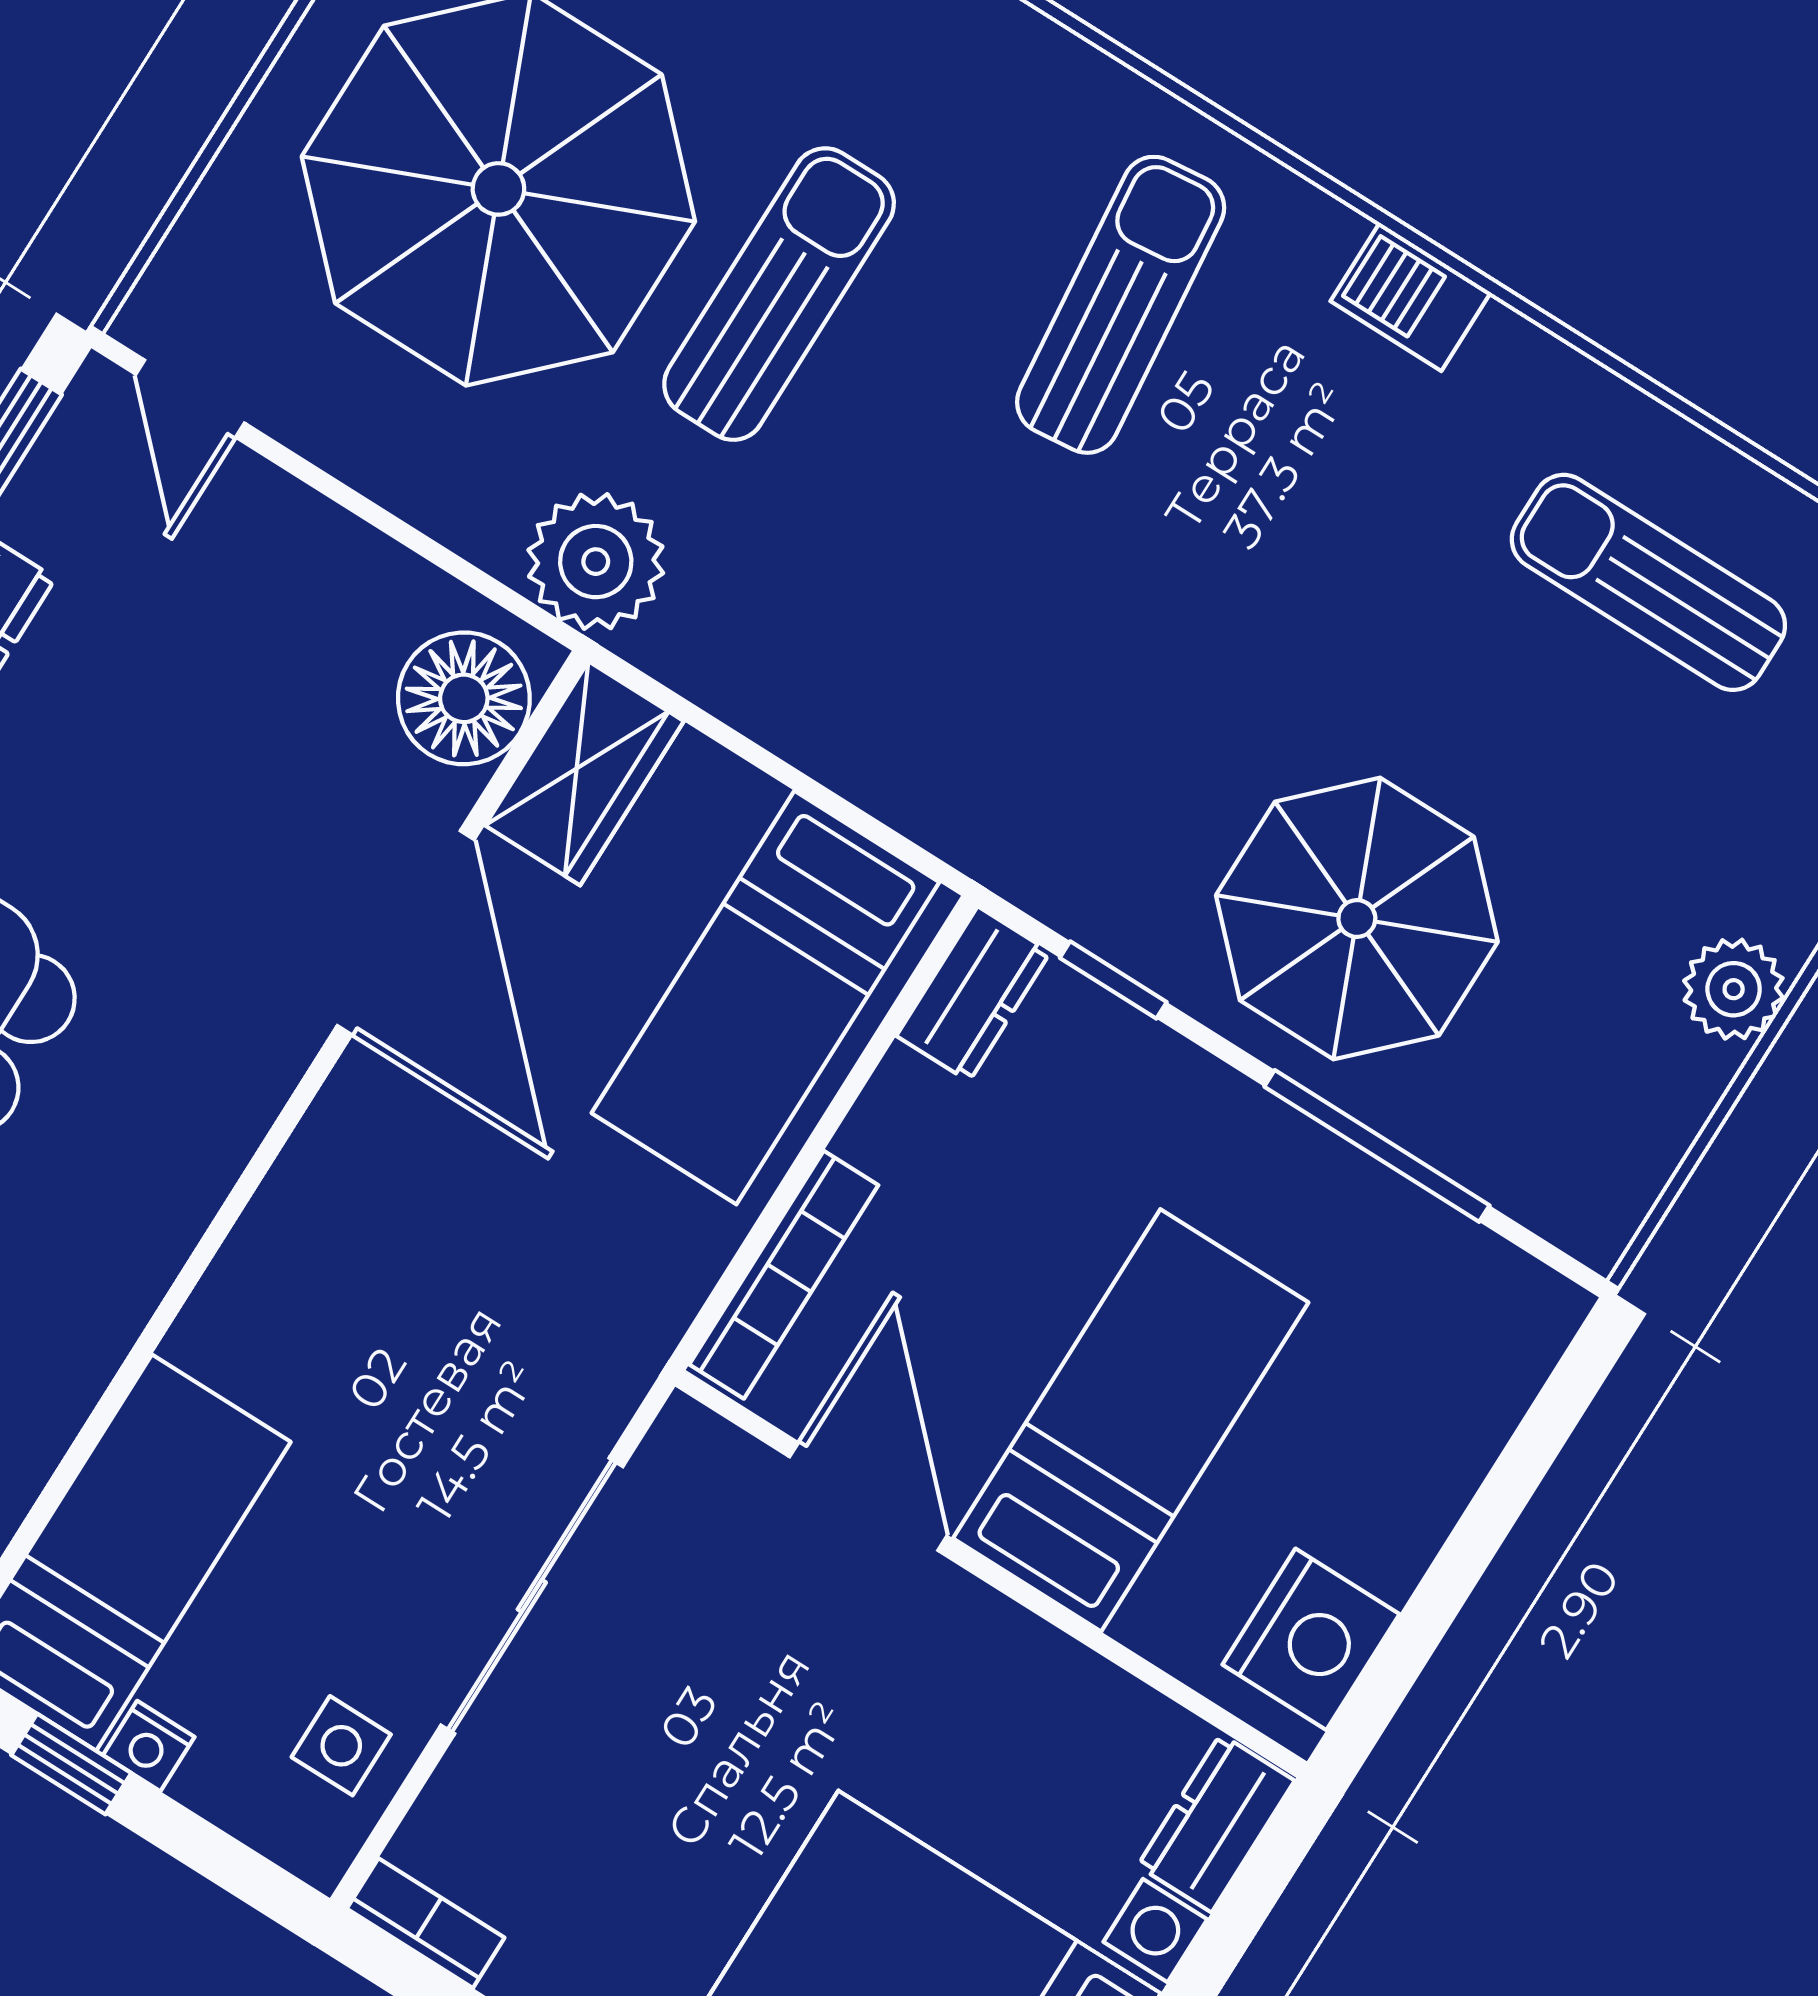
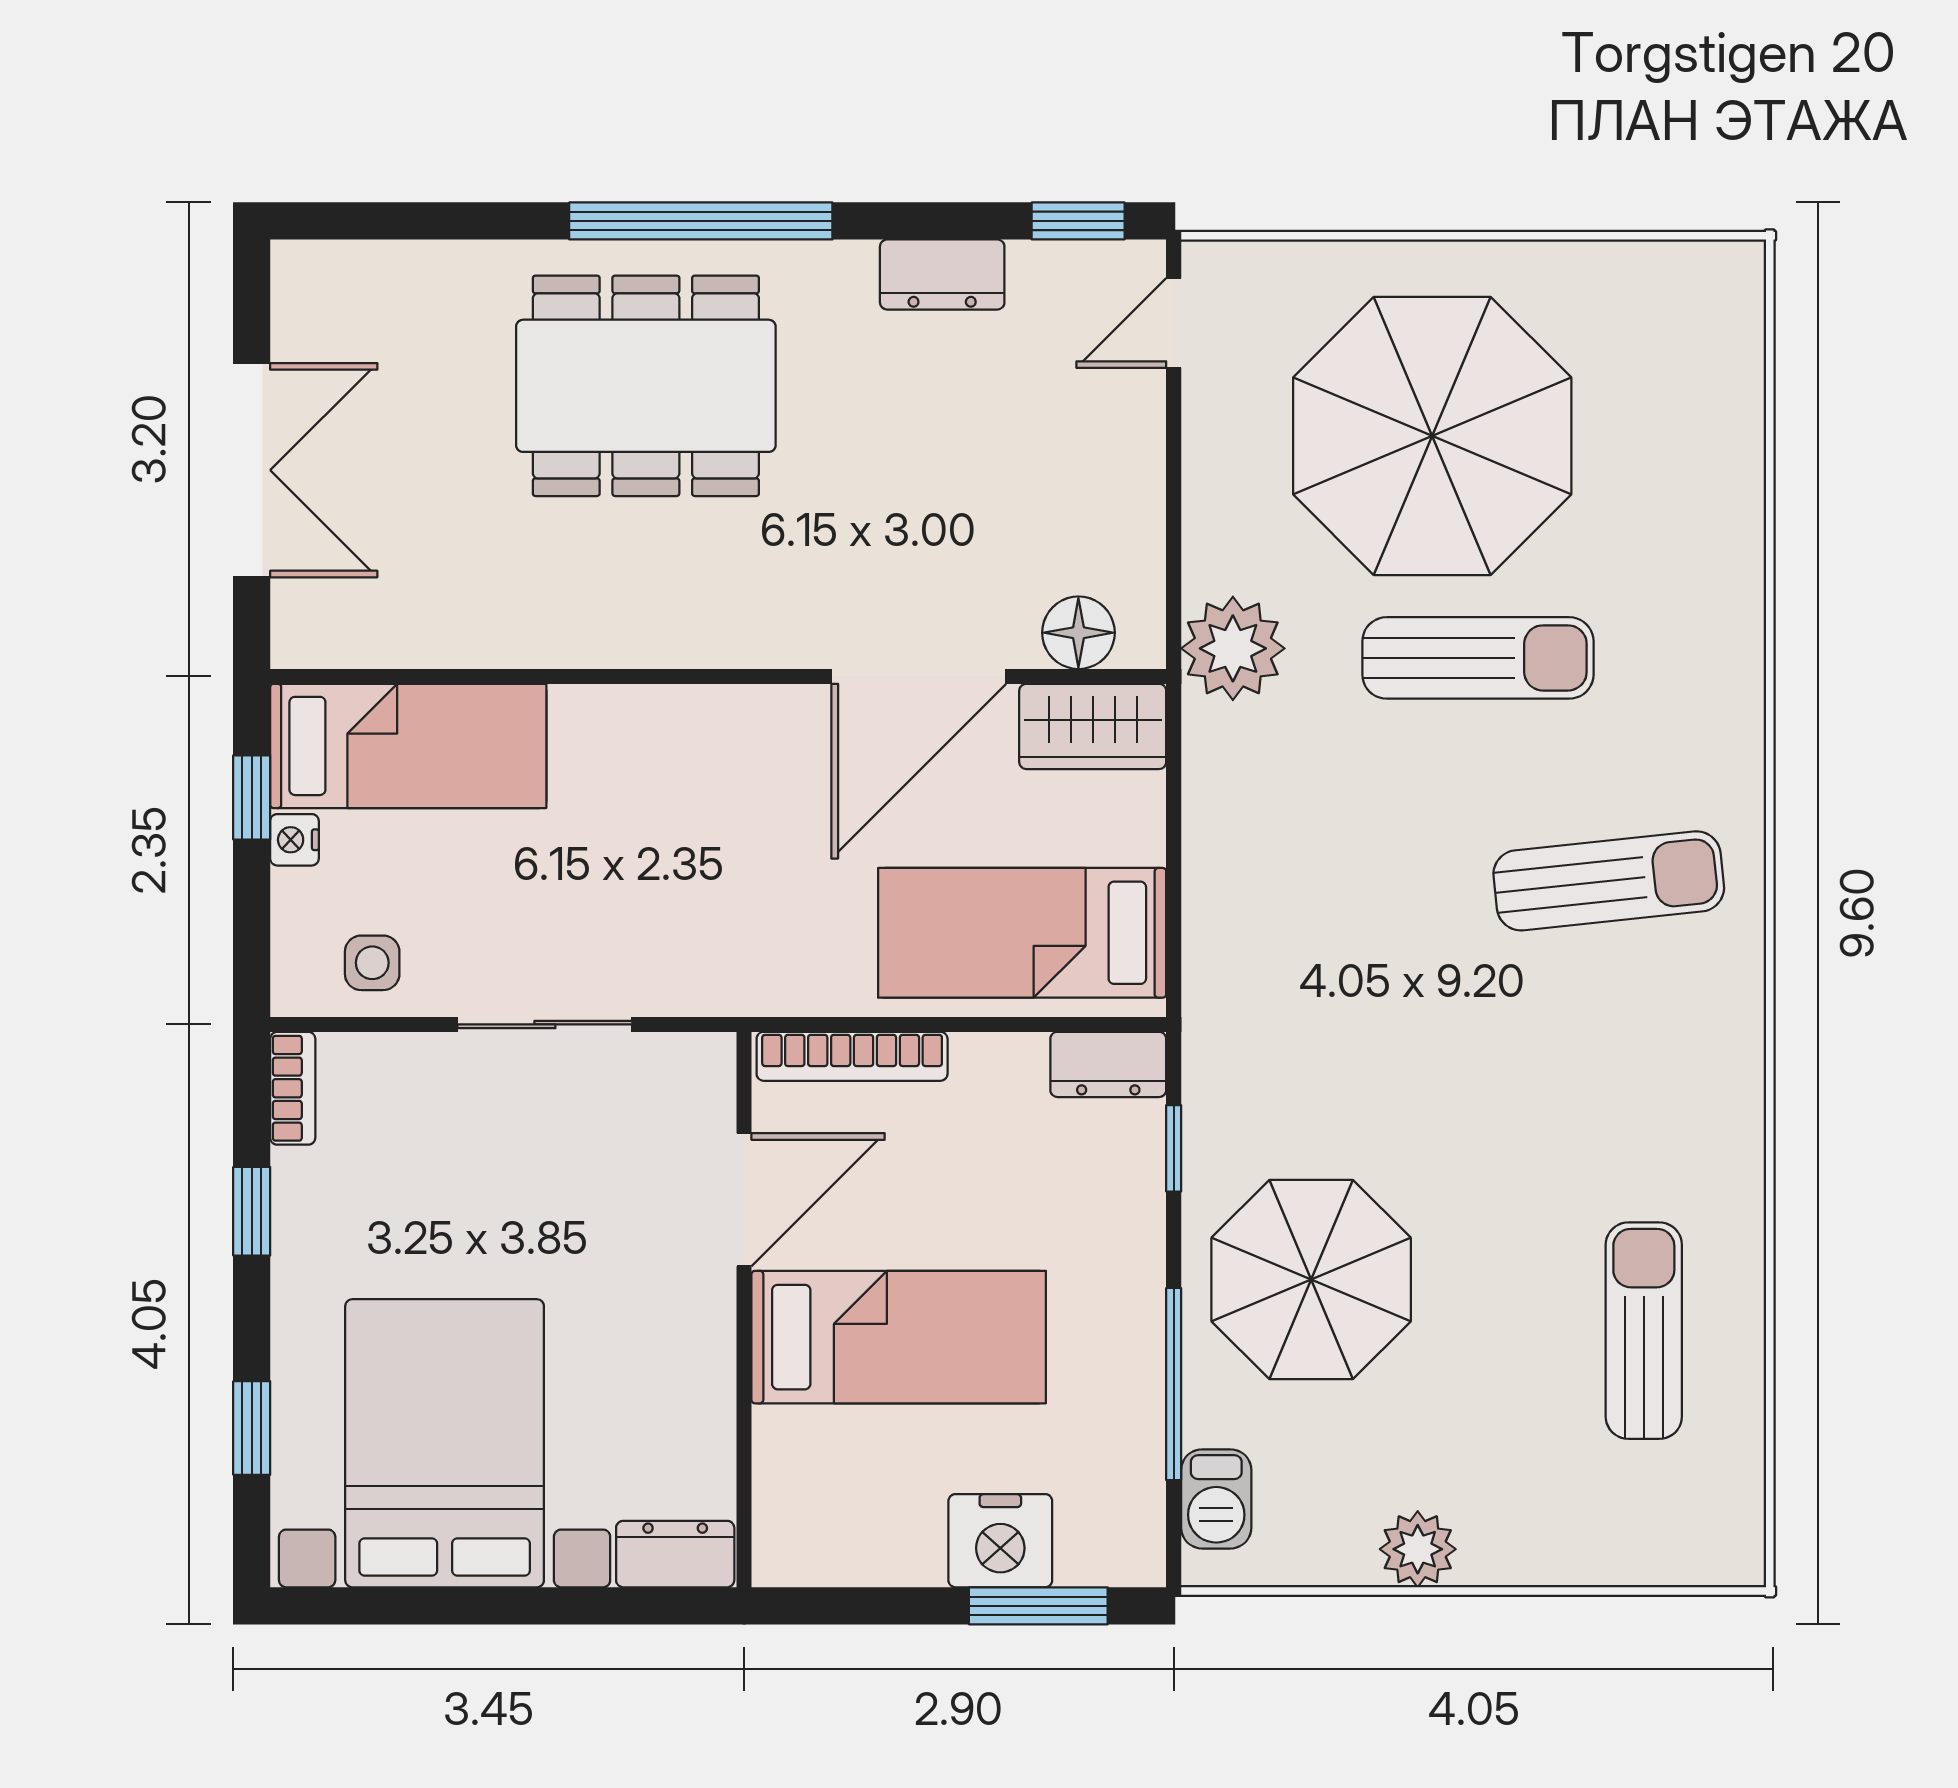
barbecue: (1411, 297) -> (1216, 1499), moved, turned 180
floor lamp: (464, 698) -> (1078, 633), width x0.73, depth x0.73
window: (1530, 1454) -> (1038, 1606), added
sliding door: (532, 1596) -> (545, 1024), width x0.73
nightstand: (1311, 1639) -> (1000, 1541), moved

